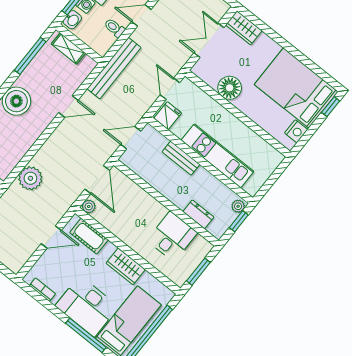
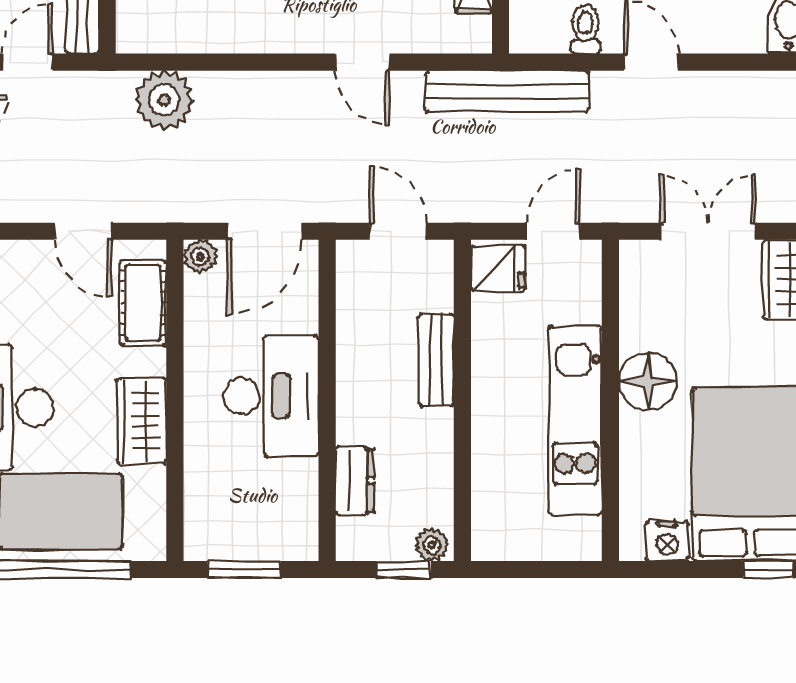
floor lamp: (230, 88) -> (648, 382), moved
kitchen unit: (217, 156) -> (575, 420), moved, turned 180
desk: (172, 236) -> (271, 396), moved, width x1.37

